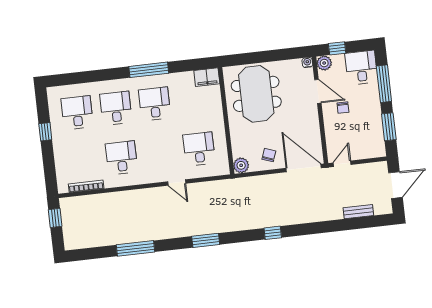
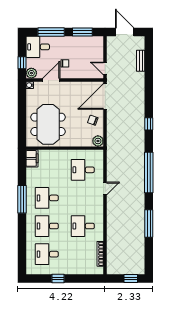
meeting table: (256, 94) -> (48, 124), turned 90
window: (55, 218) -> (131, 278), moved
window: (206, 240) -> (149, 173), width x2.11

